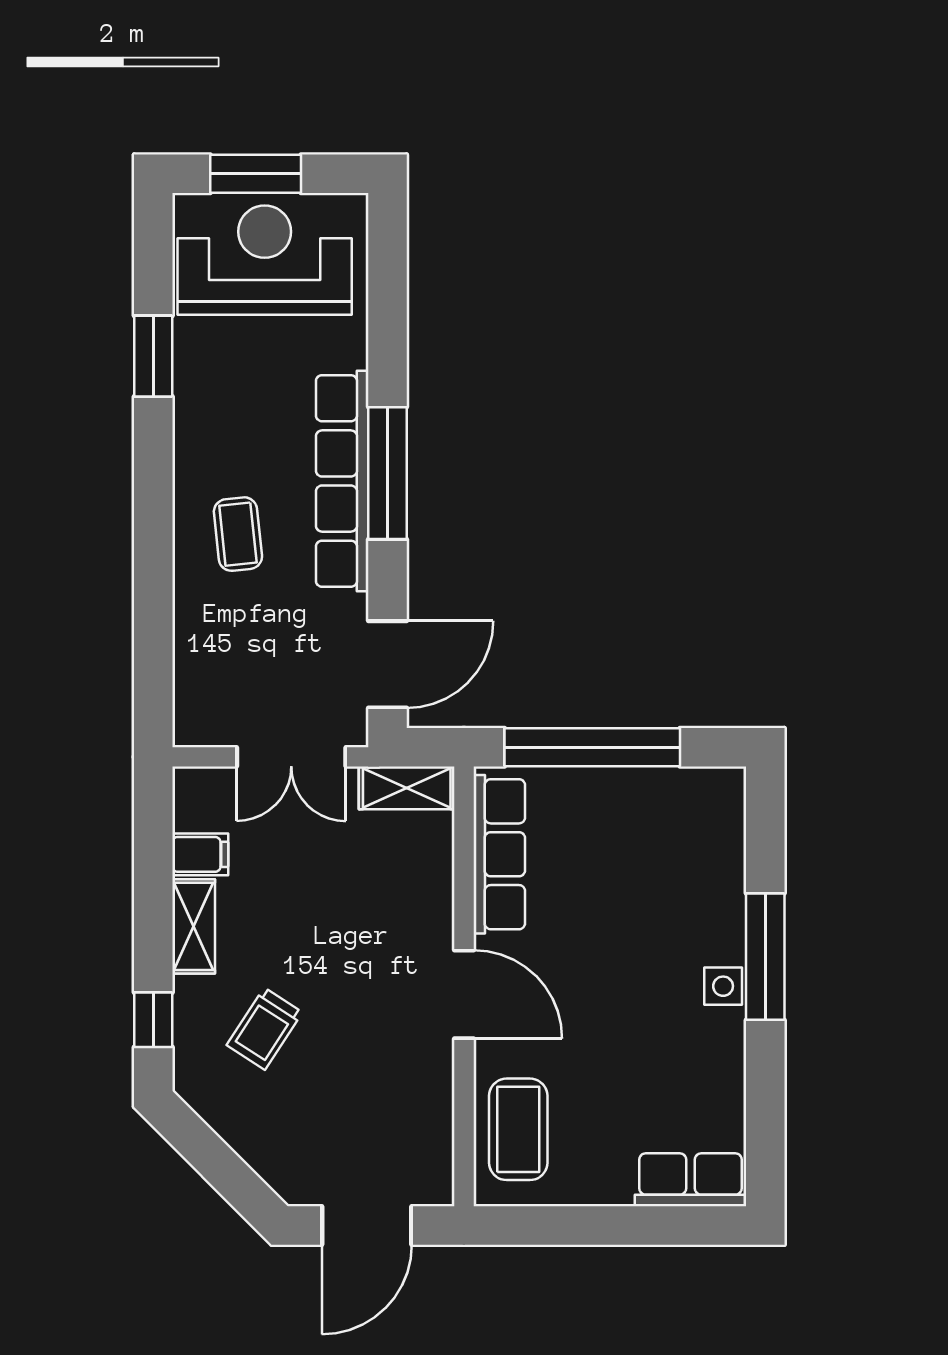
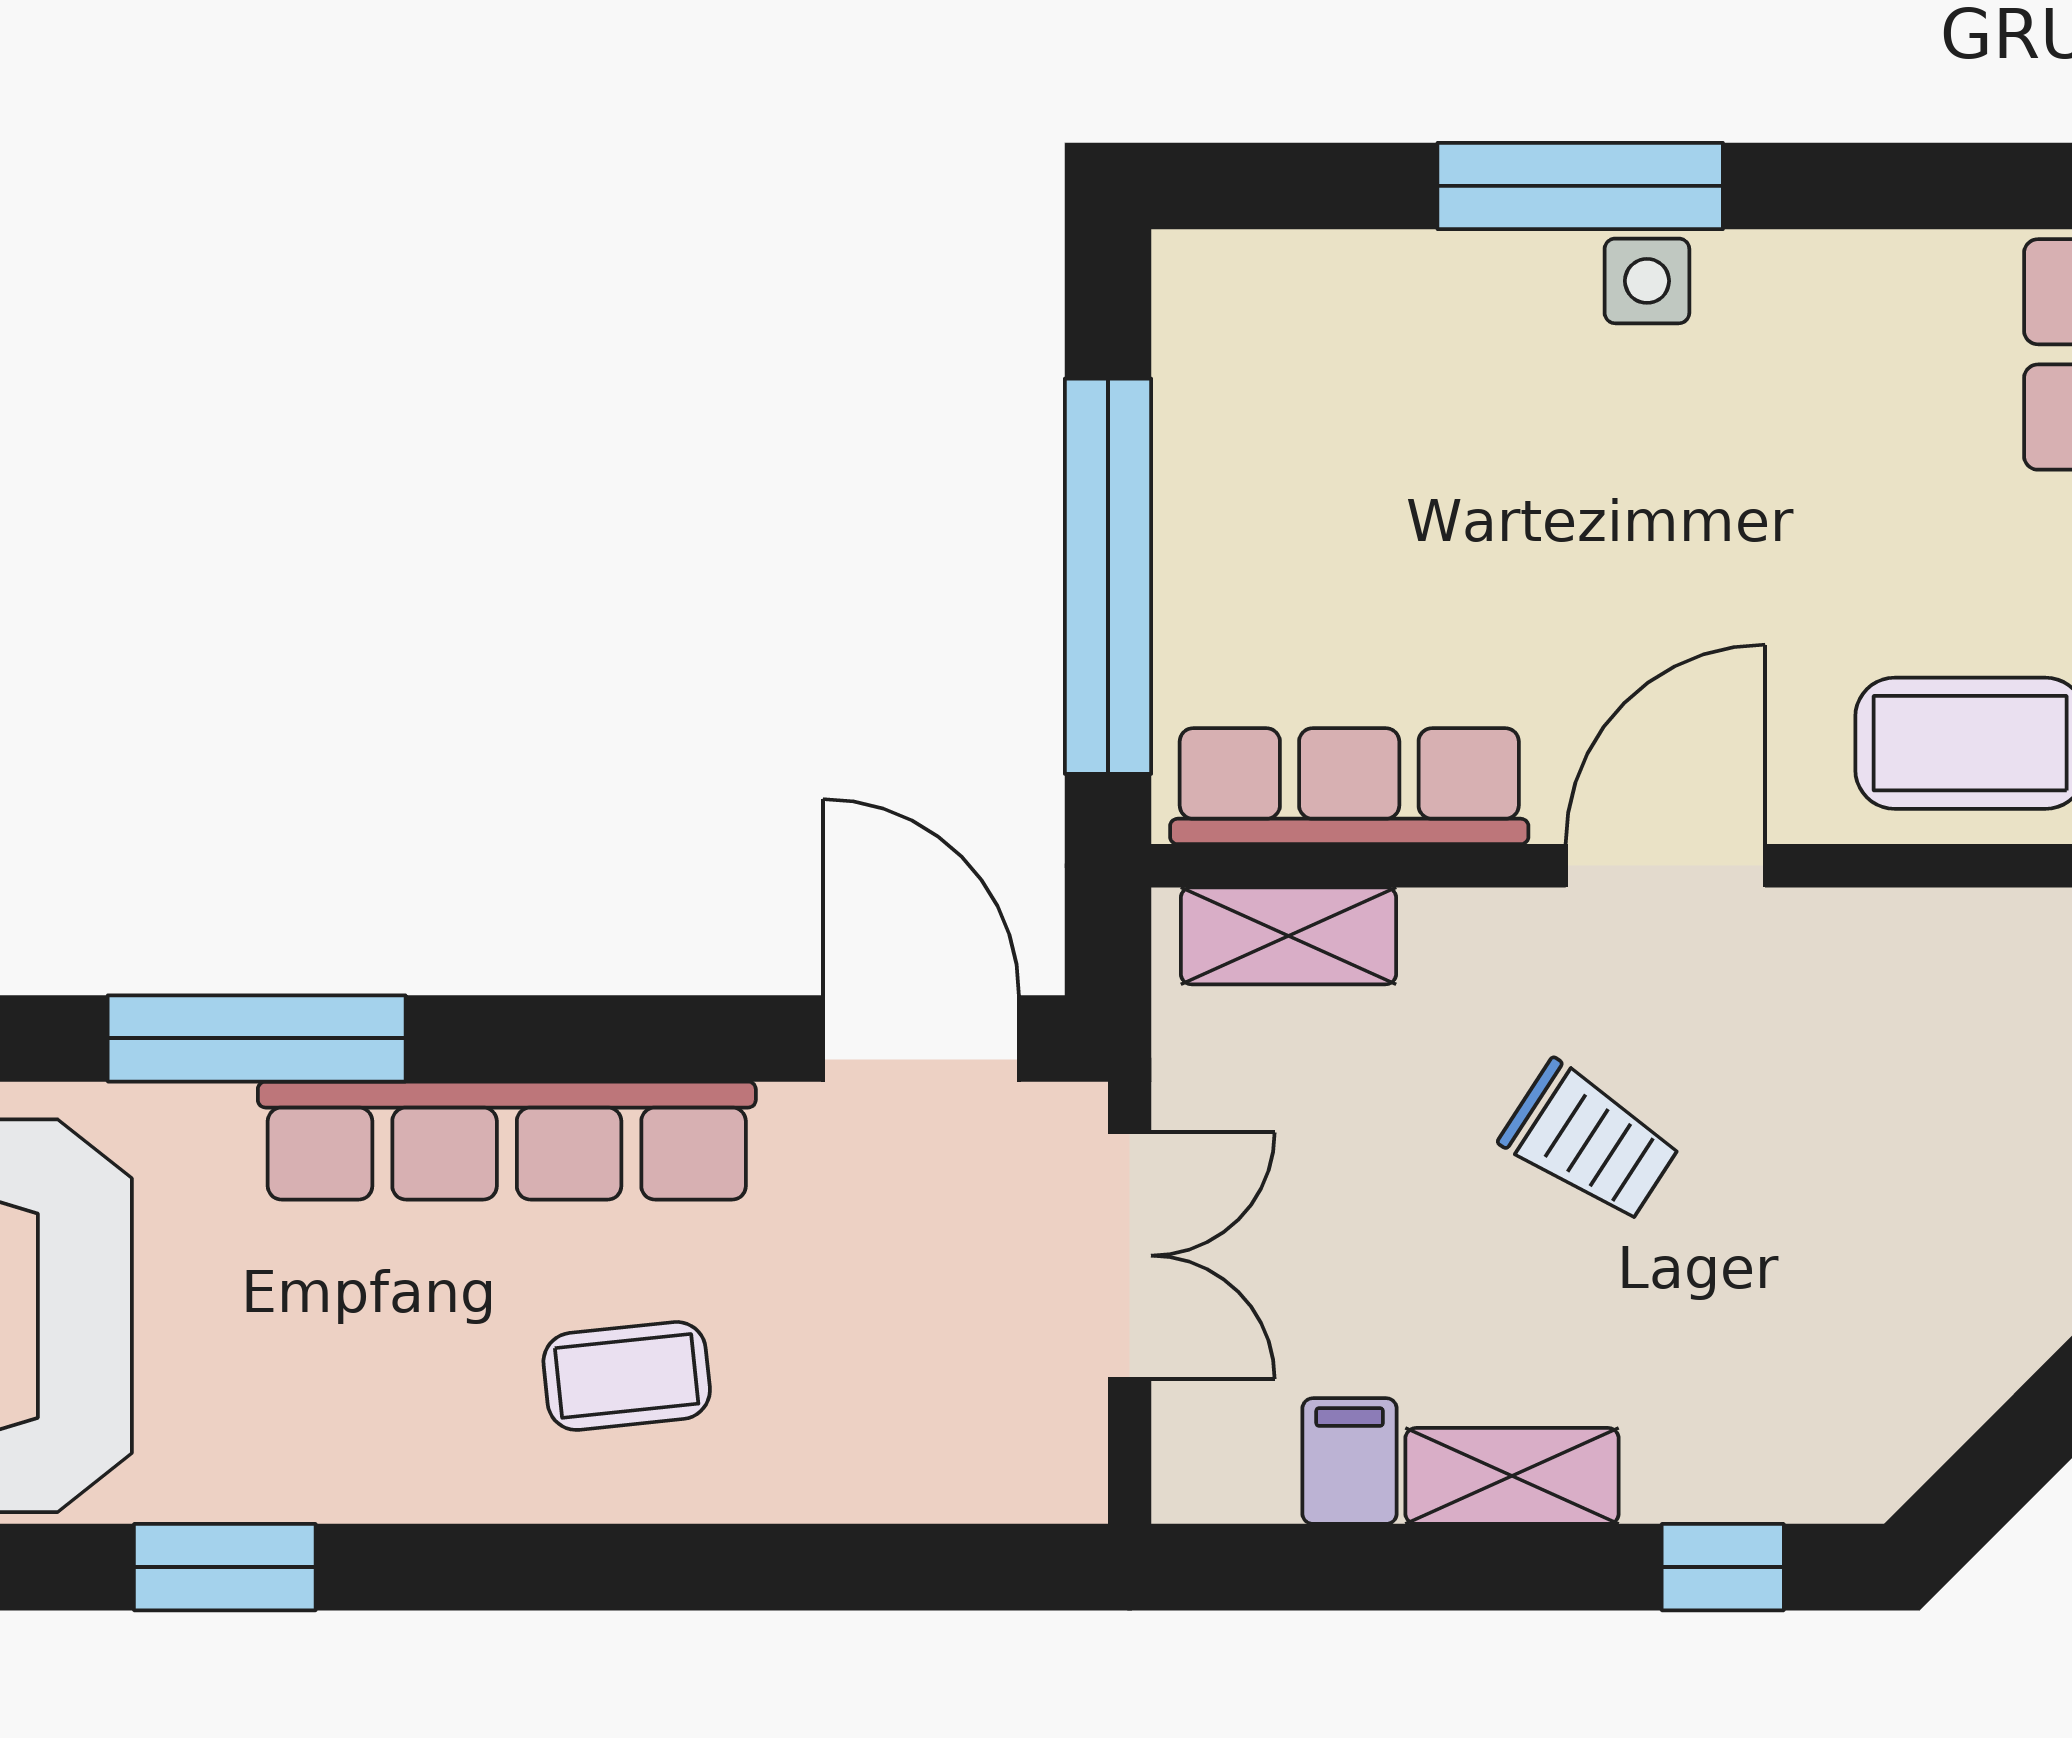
window: (387, 473) -> (257, 1038), moved
shelving: (407, 788) -> (1289, 936), moved, turned 90
trolley: (265, 1029) -> (1590, 1142), moved

